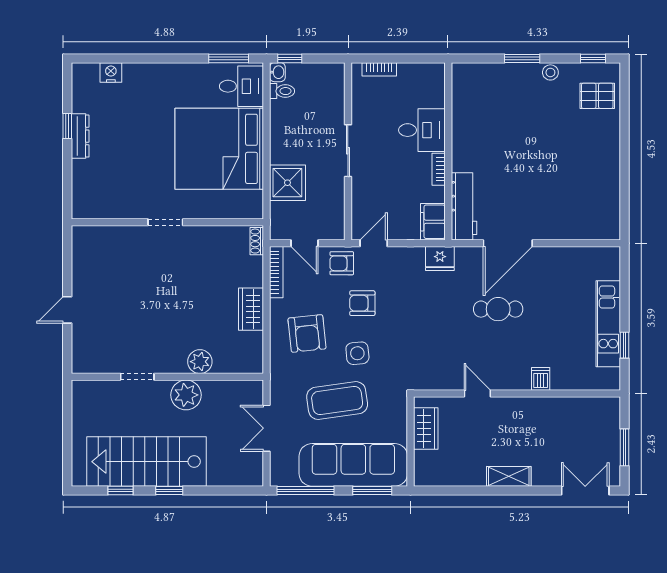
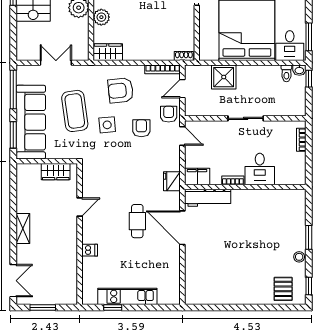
wardrobe: (251, 309) -> (108, 52), moved

